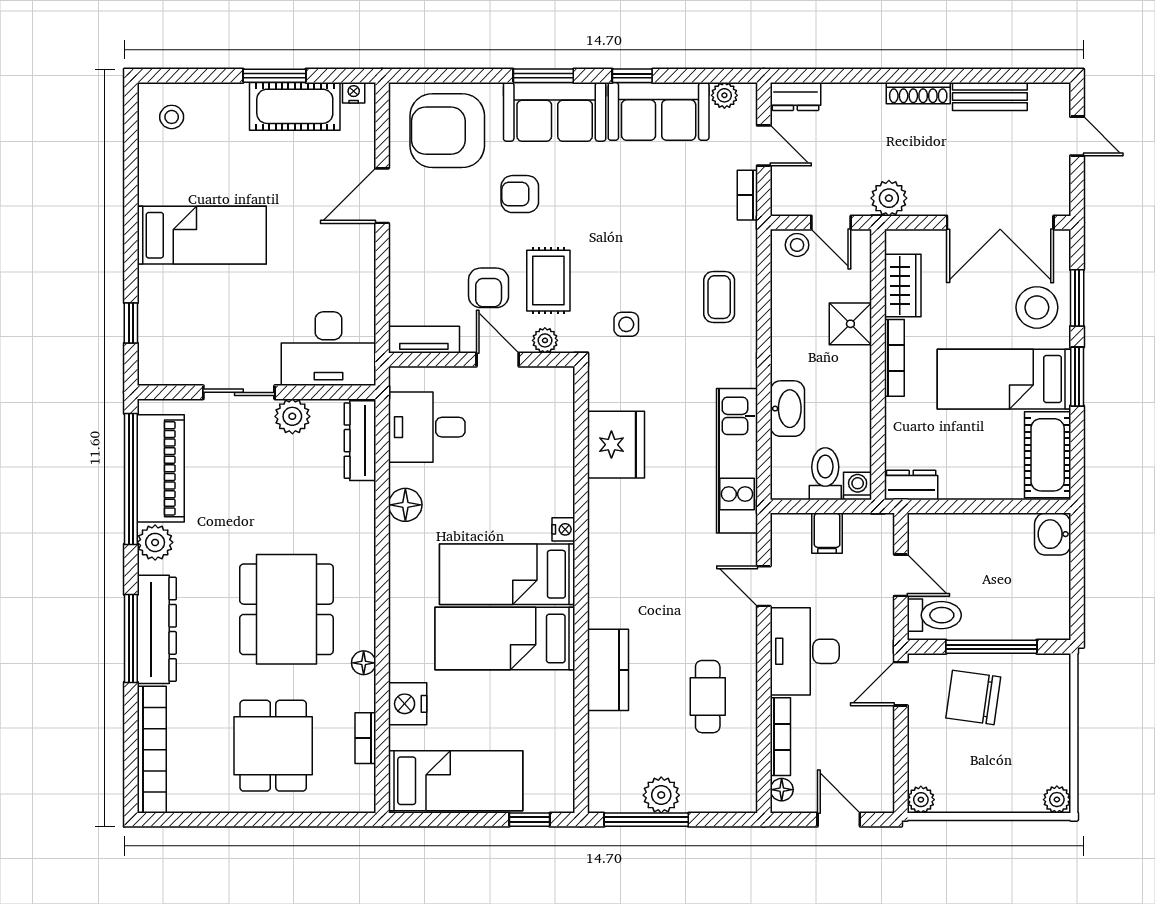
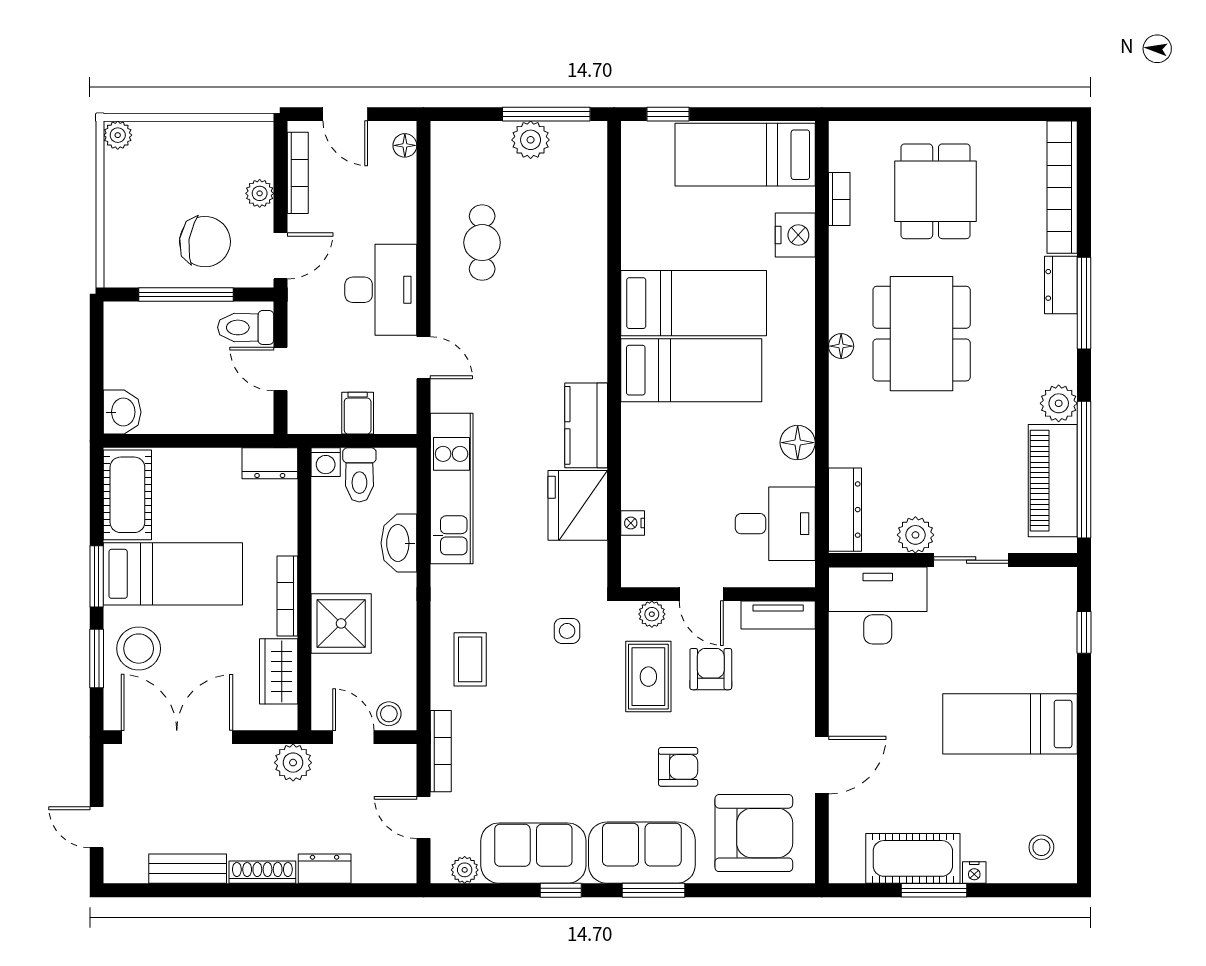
nightstand: (354, 93) -> (974, 873), moved
dresser: (795, 96) -> (325, 869), moved
bookcase: (747, 195) -> (441, 751), width x1.56
shower: (850, 324) -> (341, 623), width x1.36, depth x1.36
nightstand: (563, 529) -> (633, 523), moved
dresser: (157, 629) -> (1061, 285), width x0.51, depth x0.80
floor lamp: (364, 663) -> (841, 346), moved
kitchen counter: (608, 670) -> (586, 425), moved
bookcase: (780, 737) -> (298, 173), moved, turned 180
plant: (921, 800) -> (260, 193), moved

